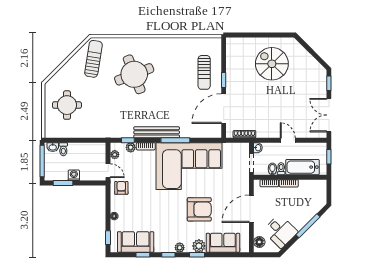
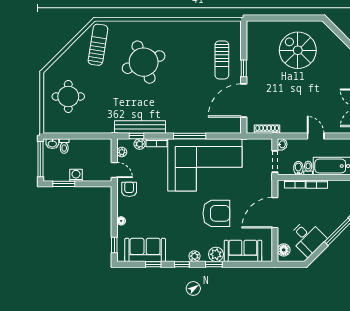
bench: (157, 132) -> (140, 127), moved

